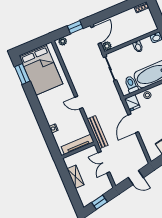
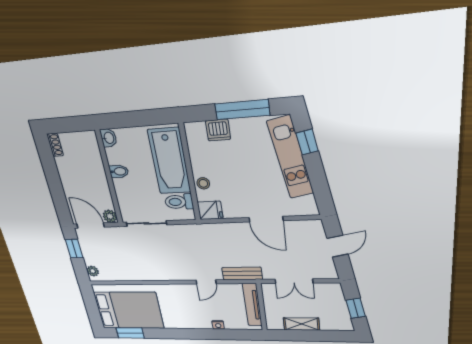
door: (79, 102) -> (206, 282), moved
door: (133, 123) -> (266, 219), moved
bench: (97, 132) -> (242, 274), width x0.73

